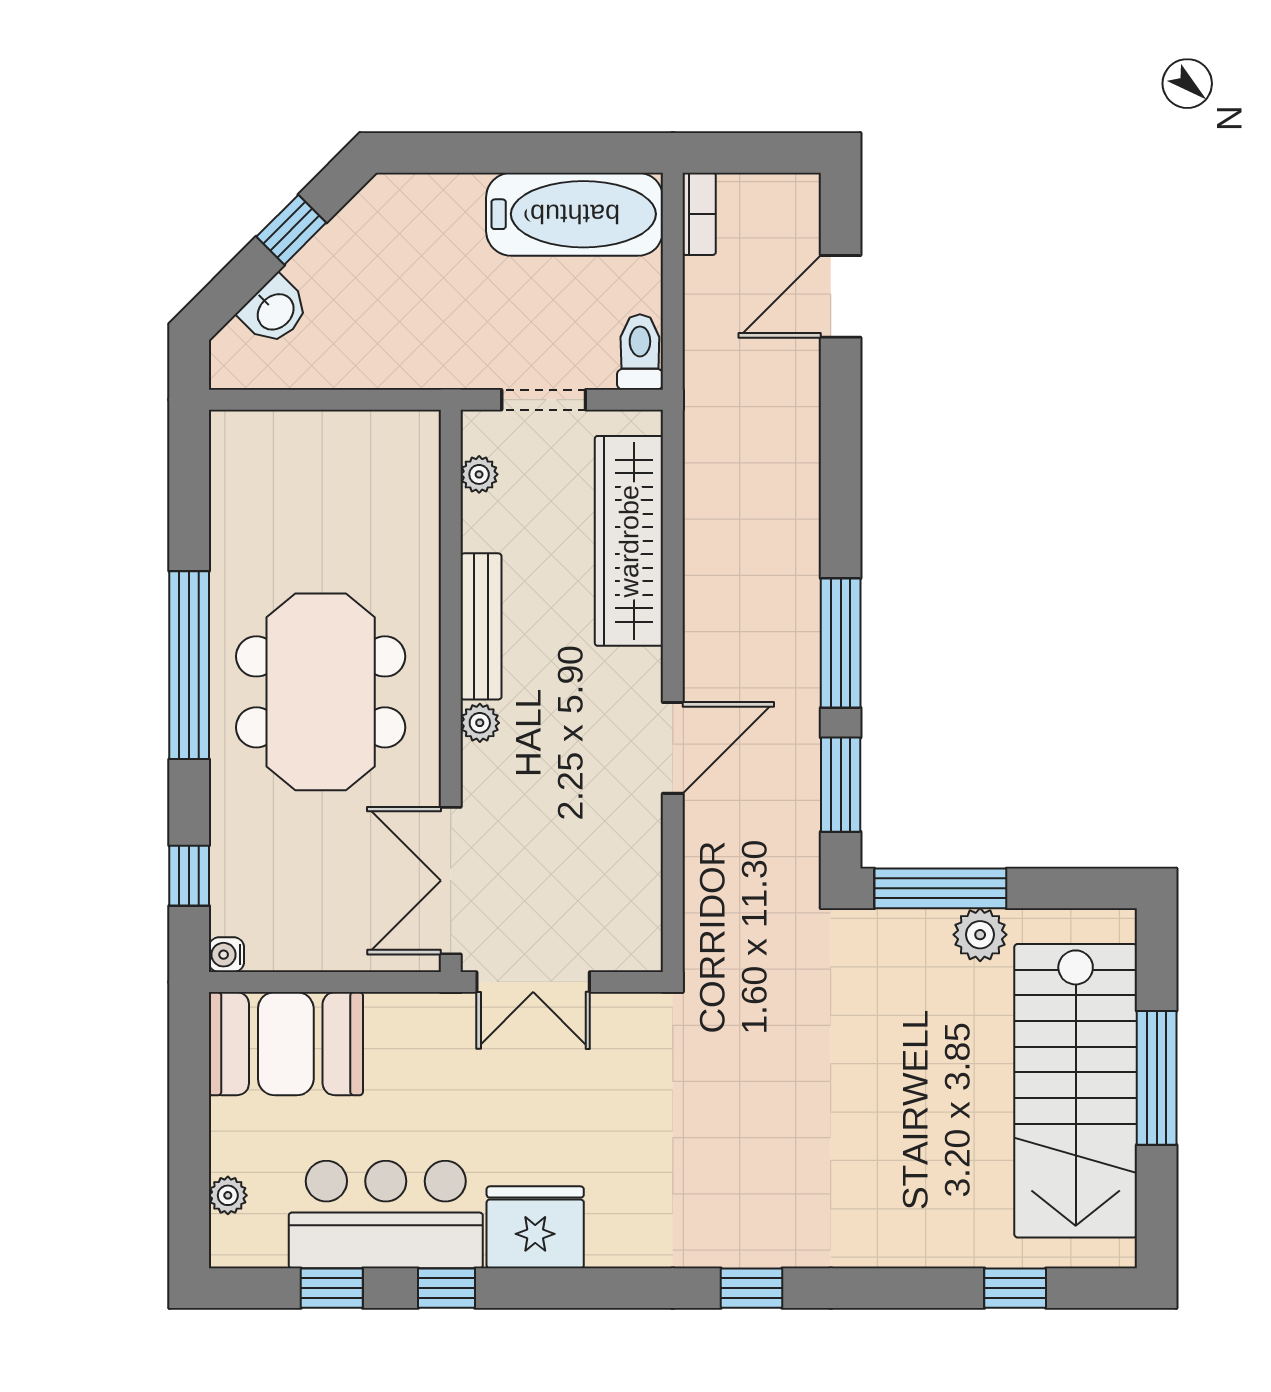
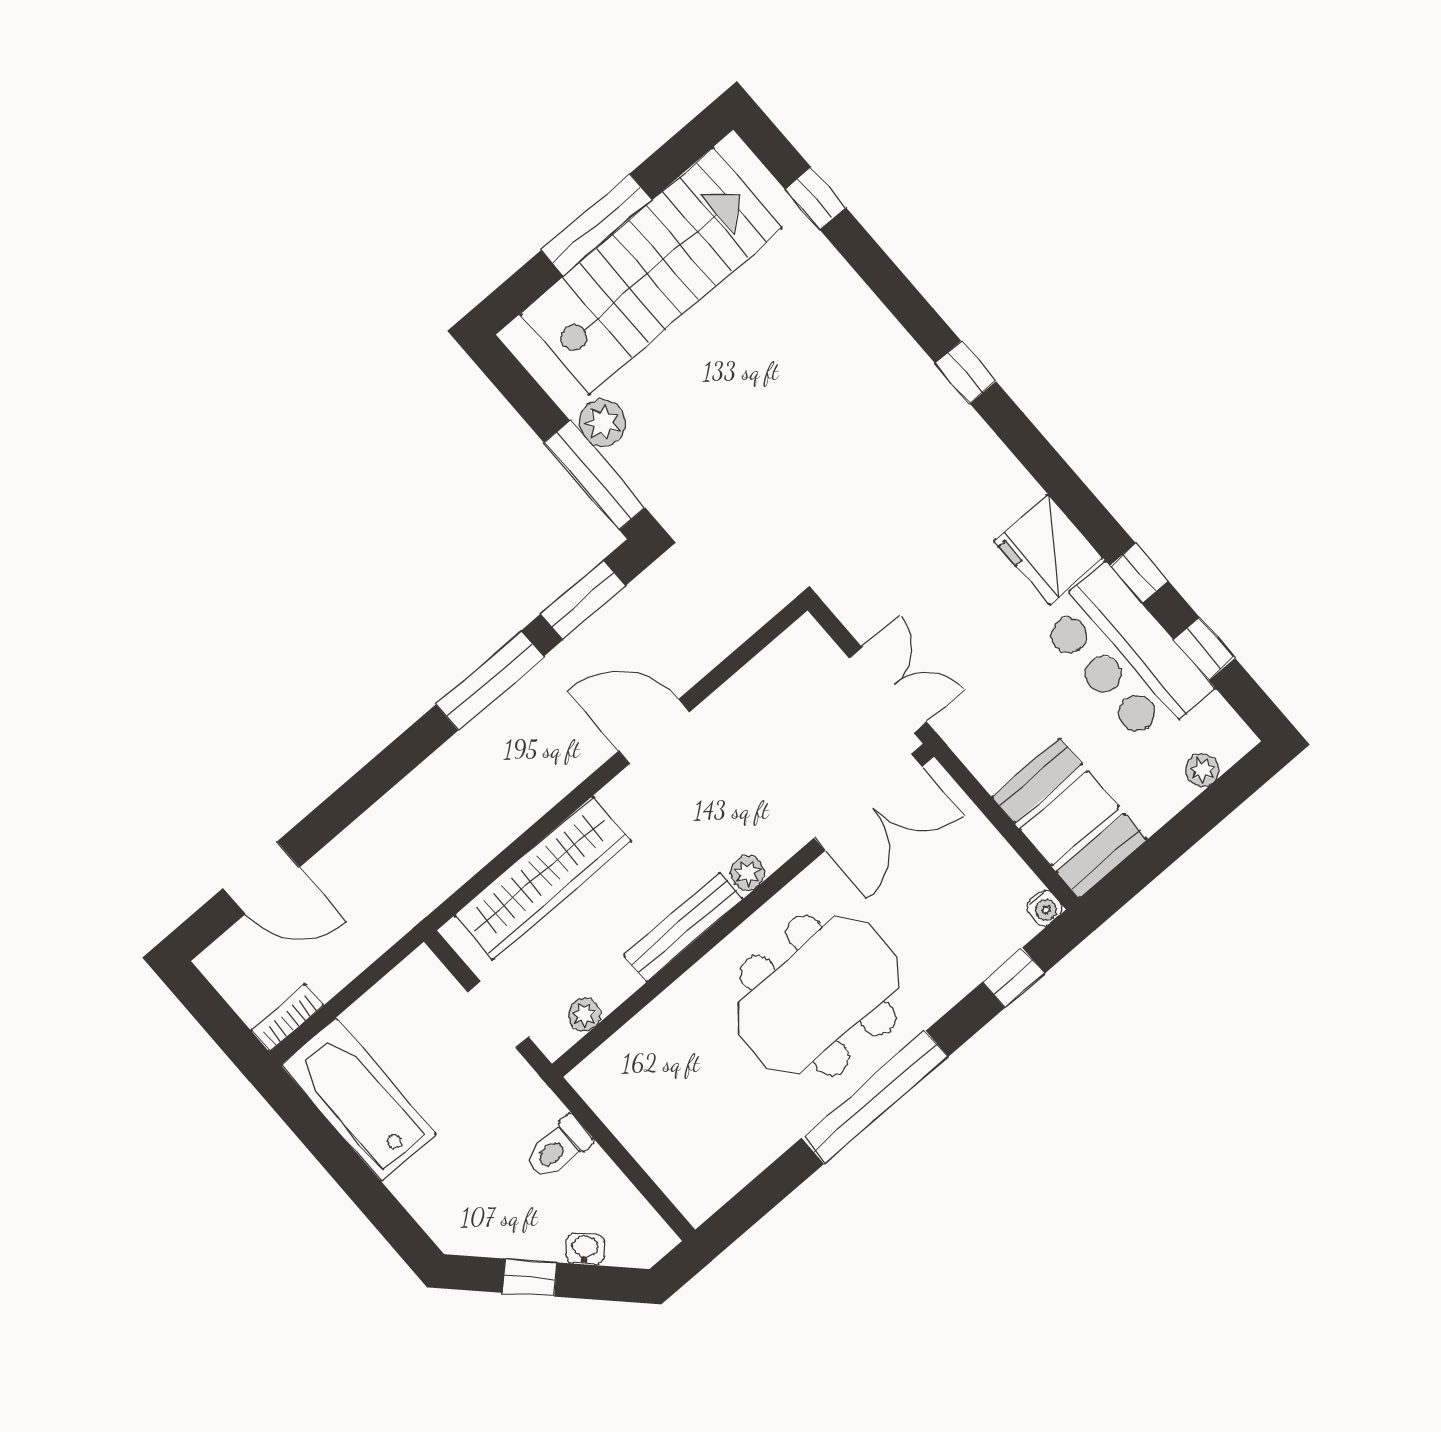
washbasin: (275, 311) -> (585, 1249), width x0.72, depth x0.69
toilet: (640, 352) -> (558, 1148), moved

